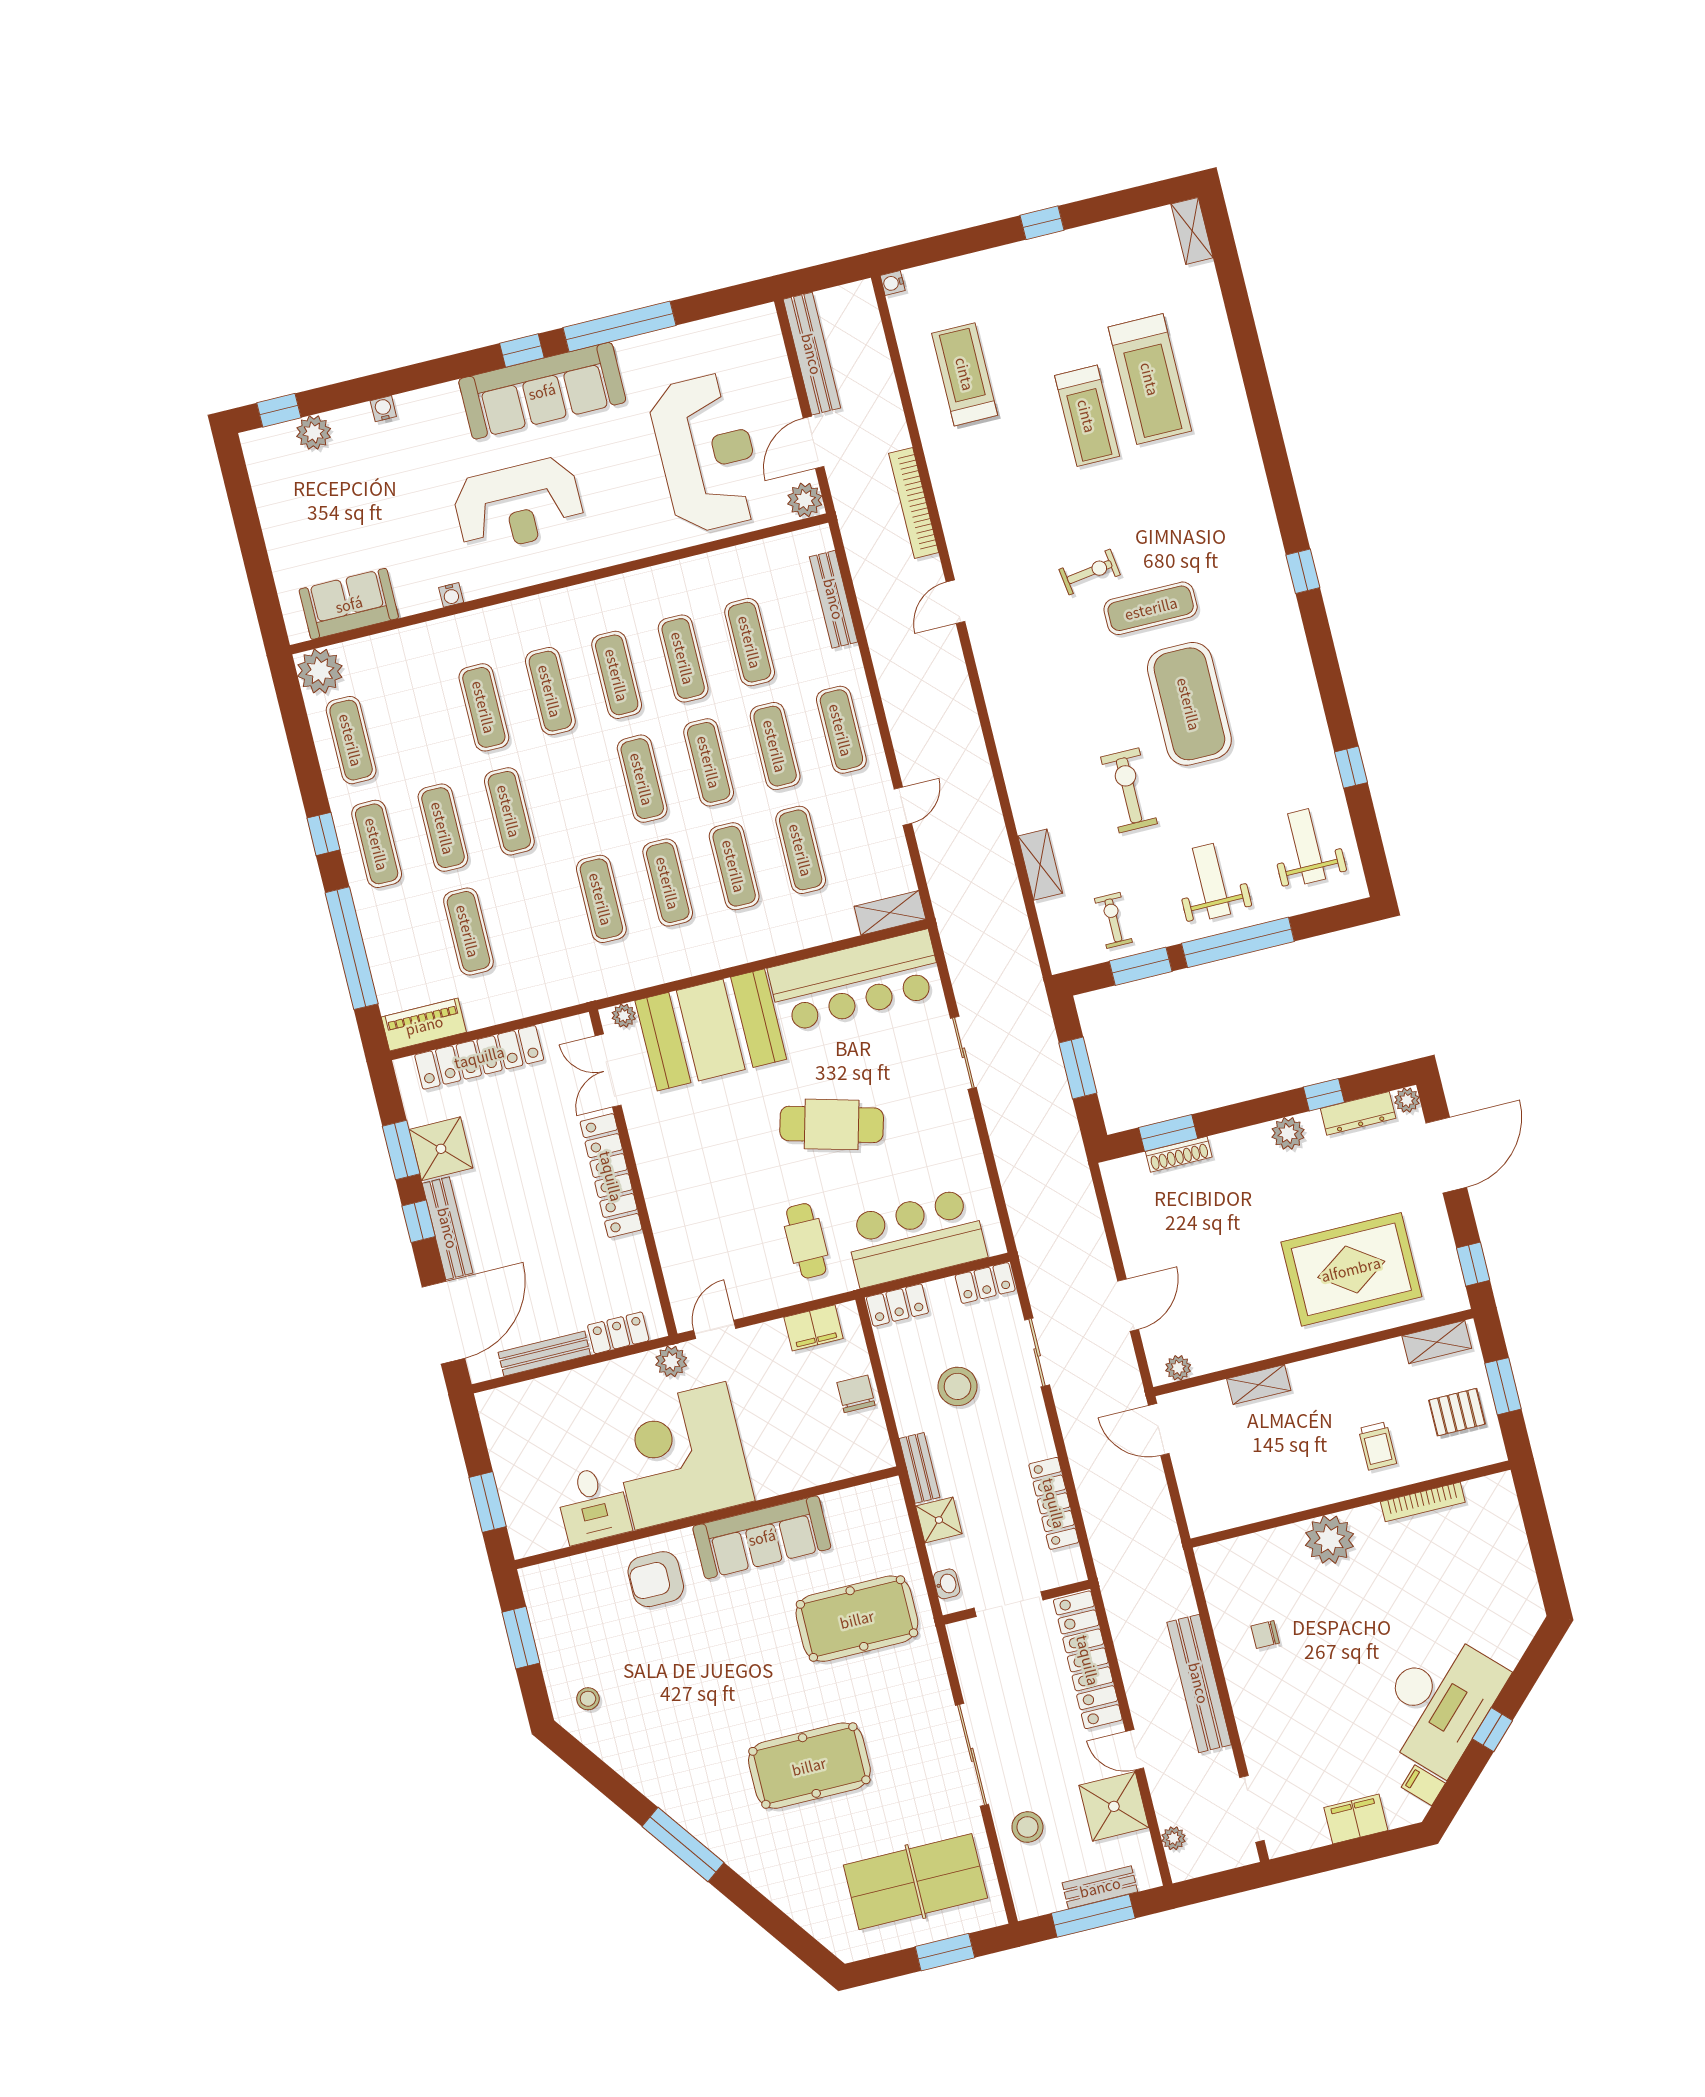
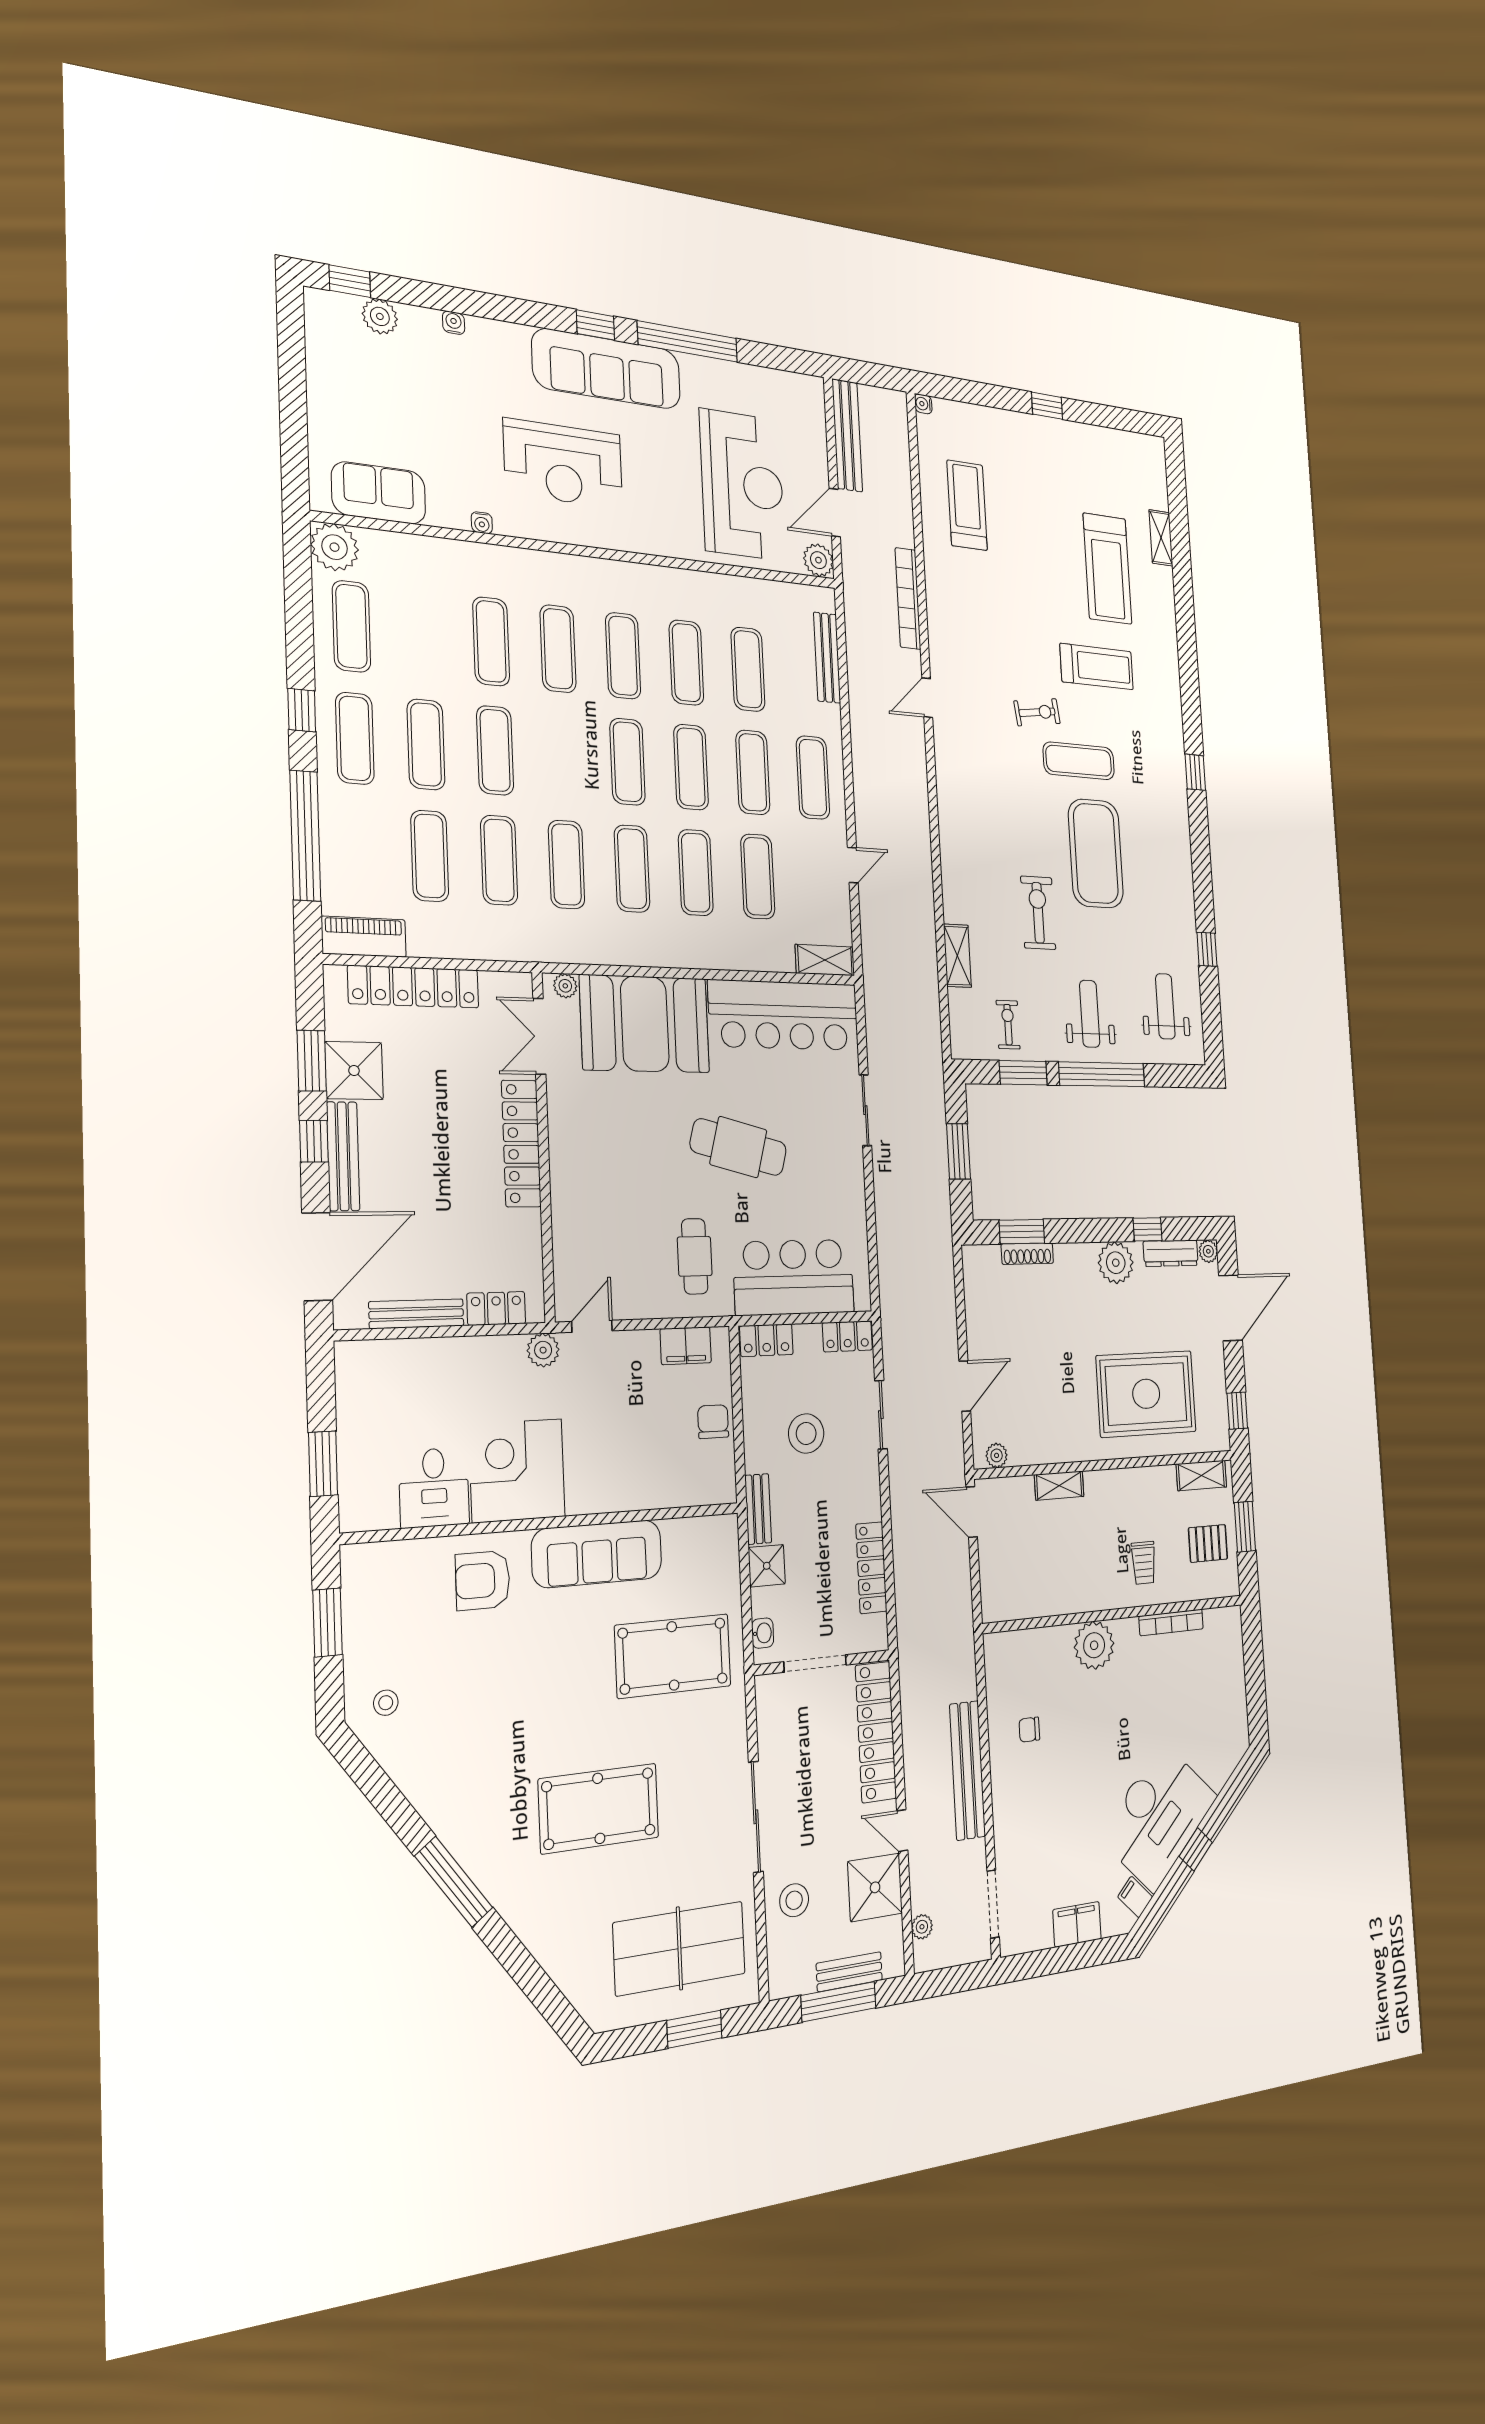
shelving: (1192, 231) -> (1161, 538), moved
treadmill: (1087, 416) -> (1097, 667), moved, turned -90
exercise mat: (535, 915) -> (499, 860), added
plant: (1288, 1133) -> (1116, 1263), width x1.36, depth x1.36
corner desk: (680, 1456) -> (517, 1471), width x0.74, depth x0.74

